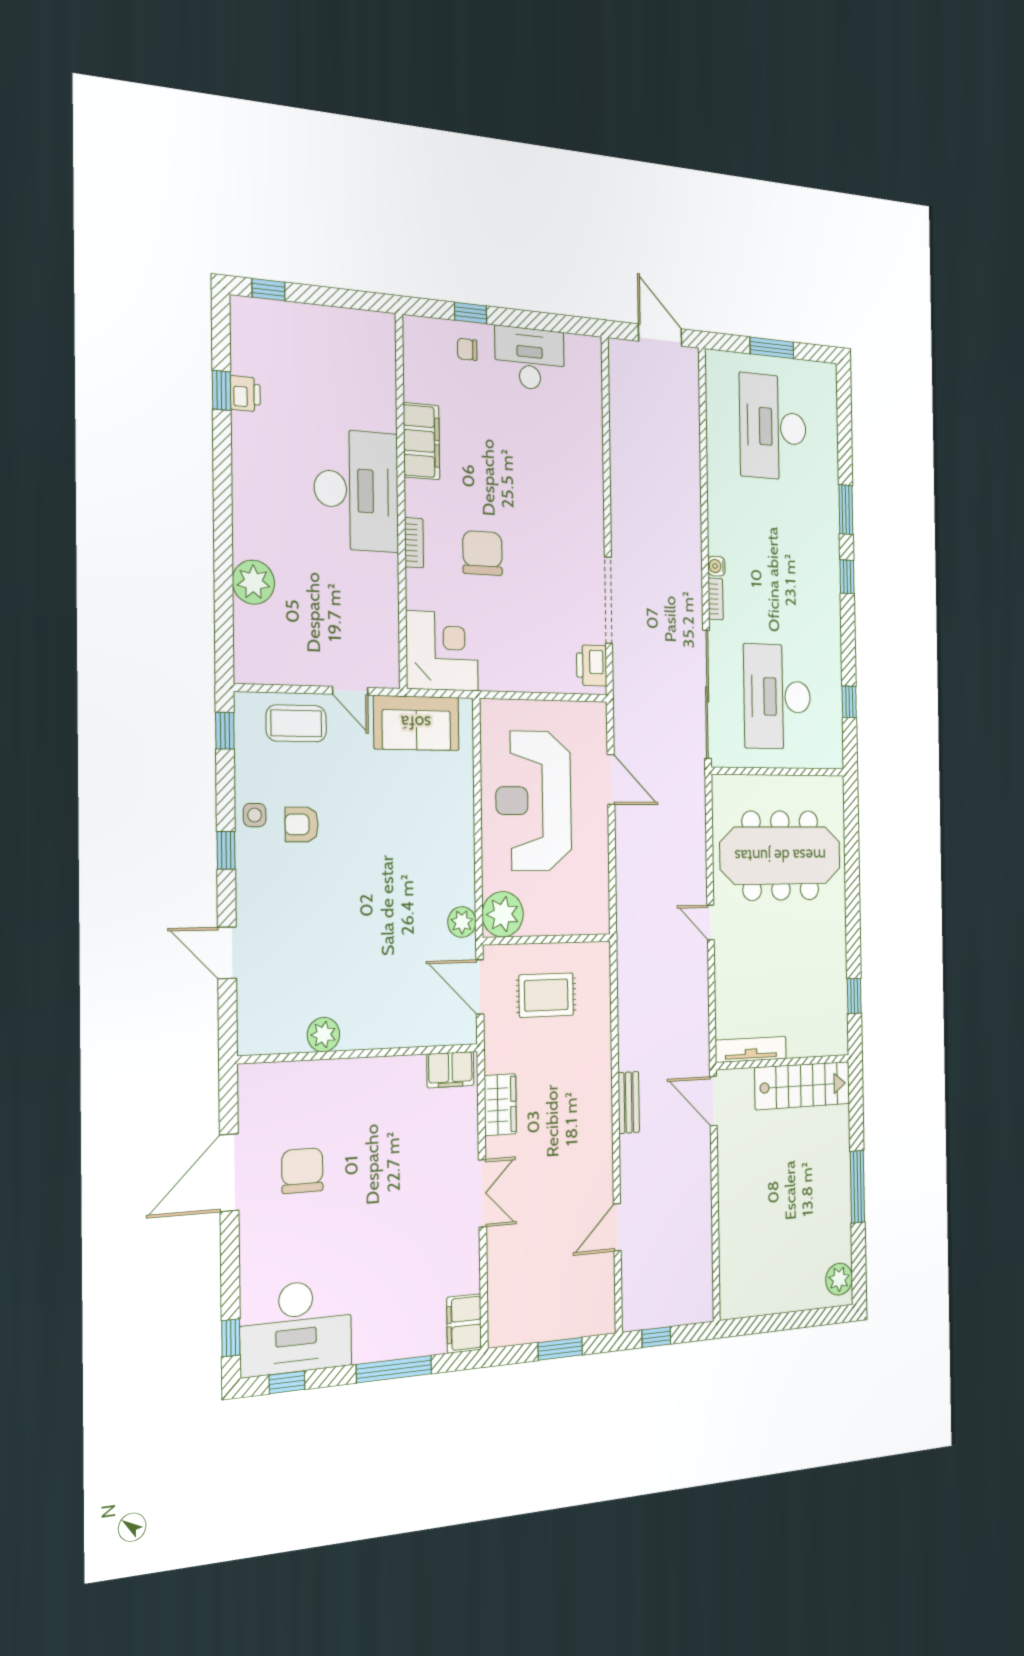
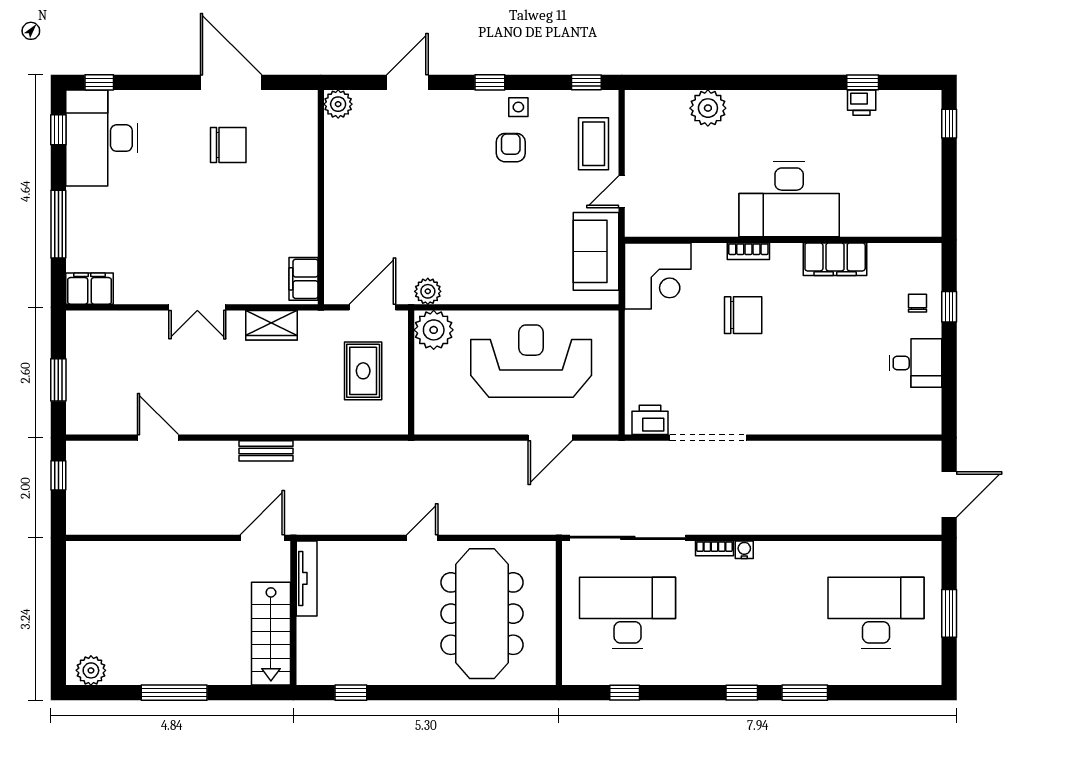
desk: (530, 359) -> (915, 363), width x0.73
plant: (323, 1035) -> (338, 104), moved

